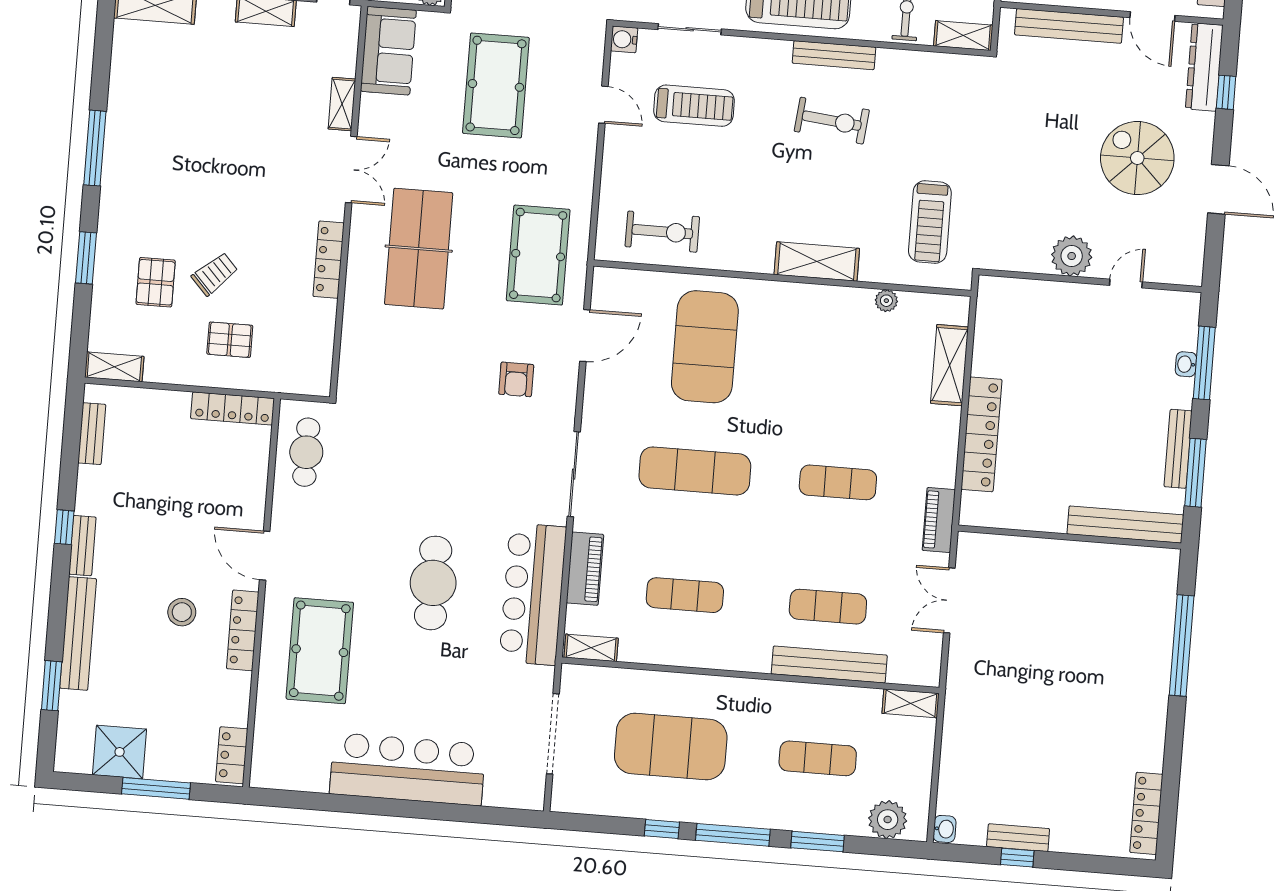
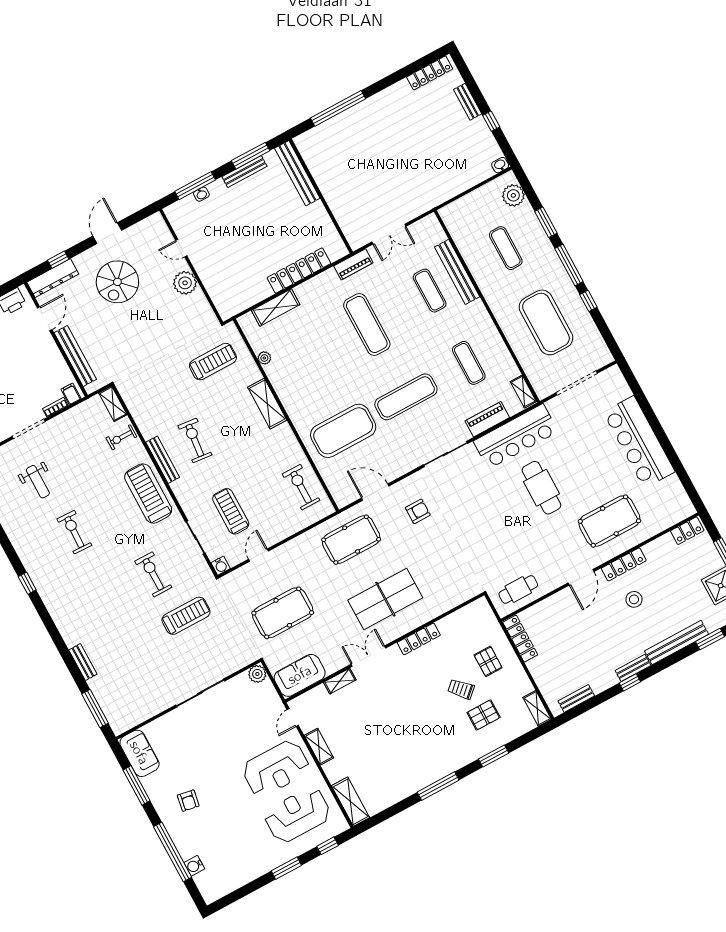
exercise mat: (695, 471) -> (406, 397), turned 90
exercise mat: (838, 482) -> (367, 325), width x1.36, depth x1.45
cafe table: (433, 583) -> (541, 488), turned 90
shelving: (911, 703) -> (450, 221), removed
bench: (1018, 838) -> (468, 102), moved

